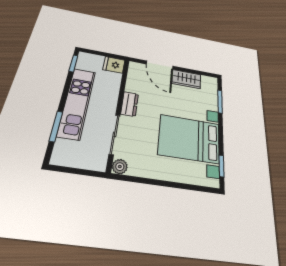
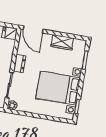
door: (160, 65) -> (33, 29), moved

